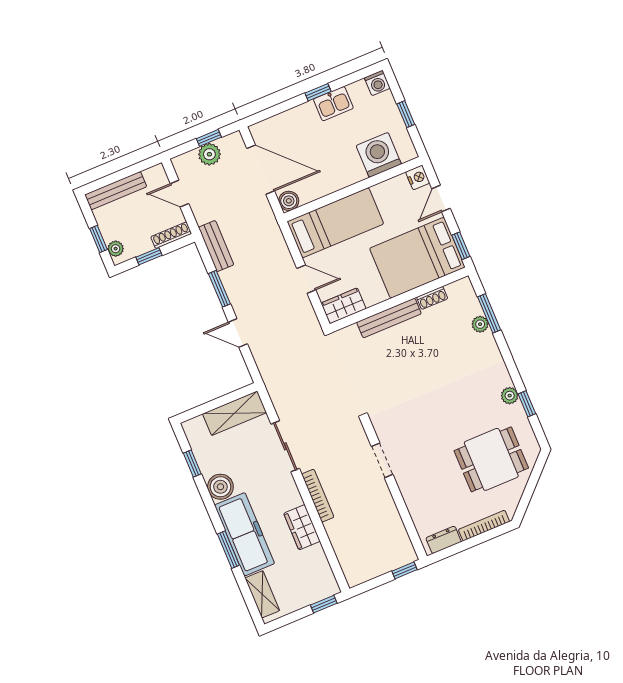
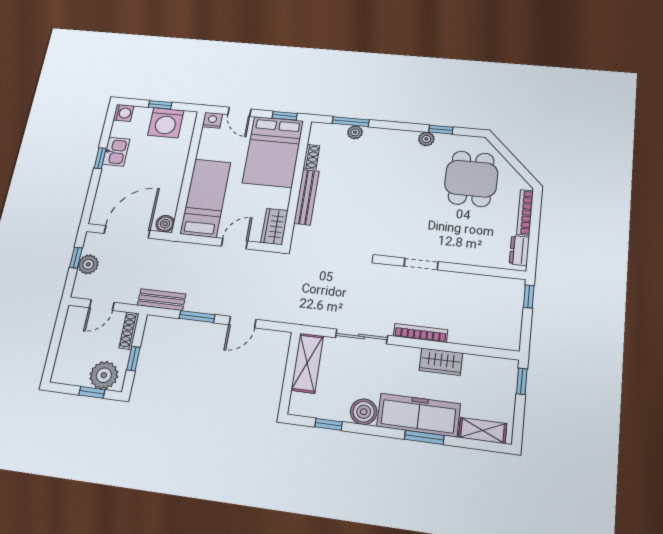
washing machine: (379, 155) -> (166, 123), moved, turned -90
bench: (116, 191) -> (64, 355), removed
plant: (116, 249) -> (104, 375), width x1.88, depth x1.88

